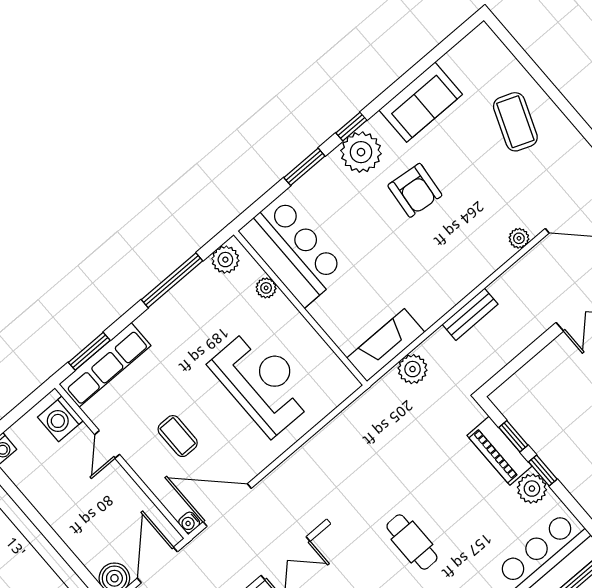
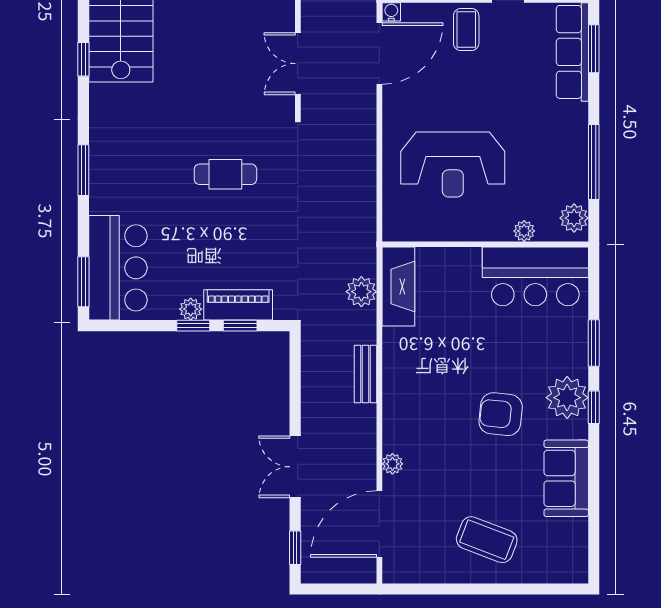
coffee table: (178, 436) -> (466, 29), moved, turned 90
plant: (532, 489) -> (191, 309), width x0.73, depth x0.73

